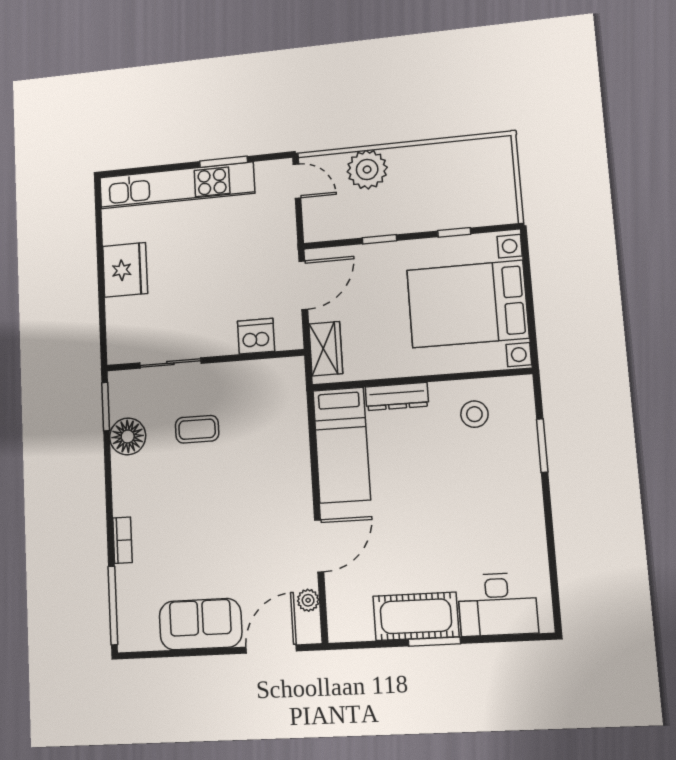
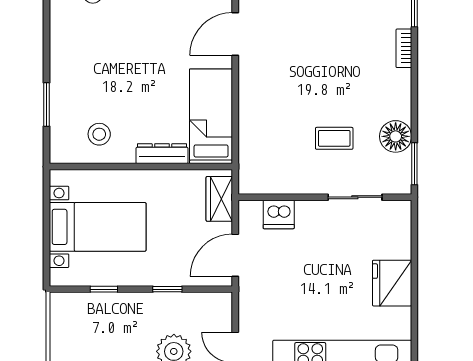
bed with nightstands: (468, 304) -> (98, 227), width x0.73

